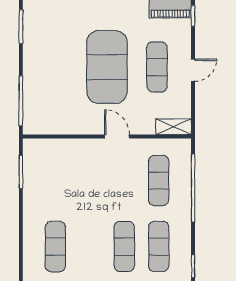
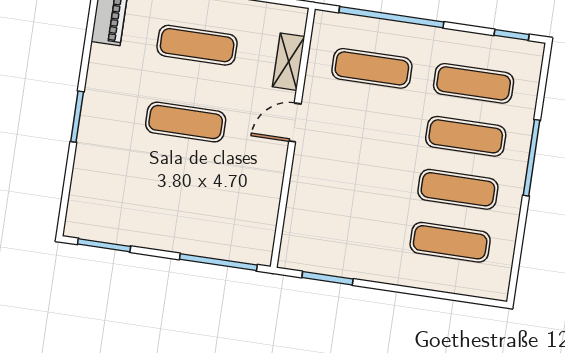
exercise mat: (107, 67) -> (186, 122), width x0.50, depth x0.69
shelving: (174, 127) -> (289, 62), moved
exercise mat: (90, 247) -> (458, 189), added

